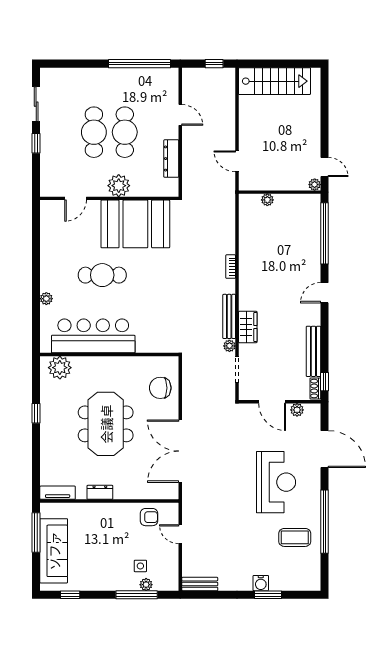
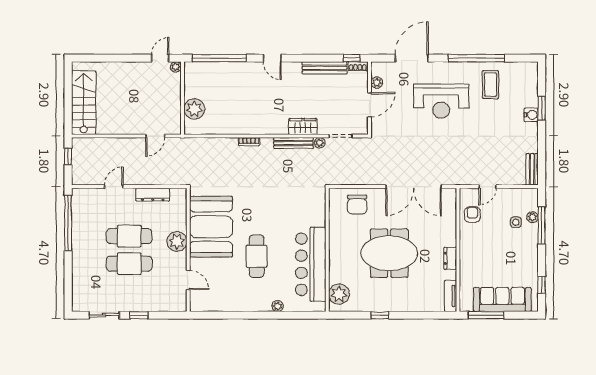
plant: (267, 200) -> (194, 109), width x1.88, depth x1.88
reception desk: (276, 482) -> (441, 101), turned 180

